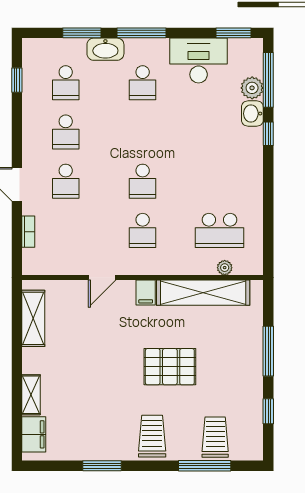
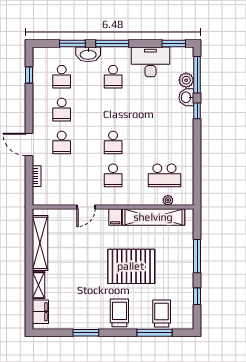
shelving: (33, 318) -> (40, 243), width x1.47
pallet: (170, 367) -> (131, 266), width x1.37, depth x1.41

